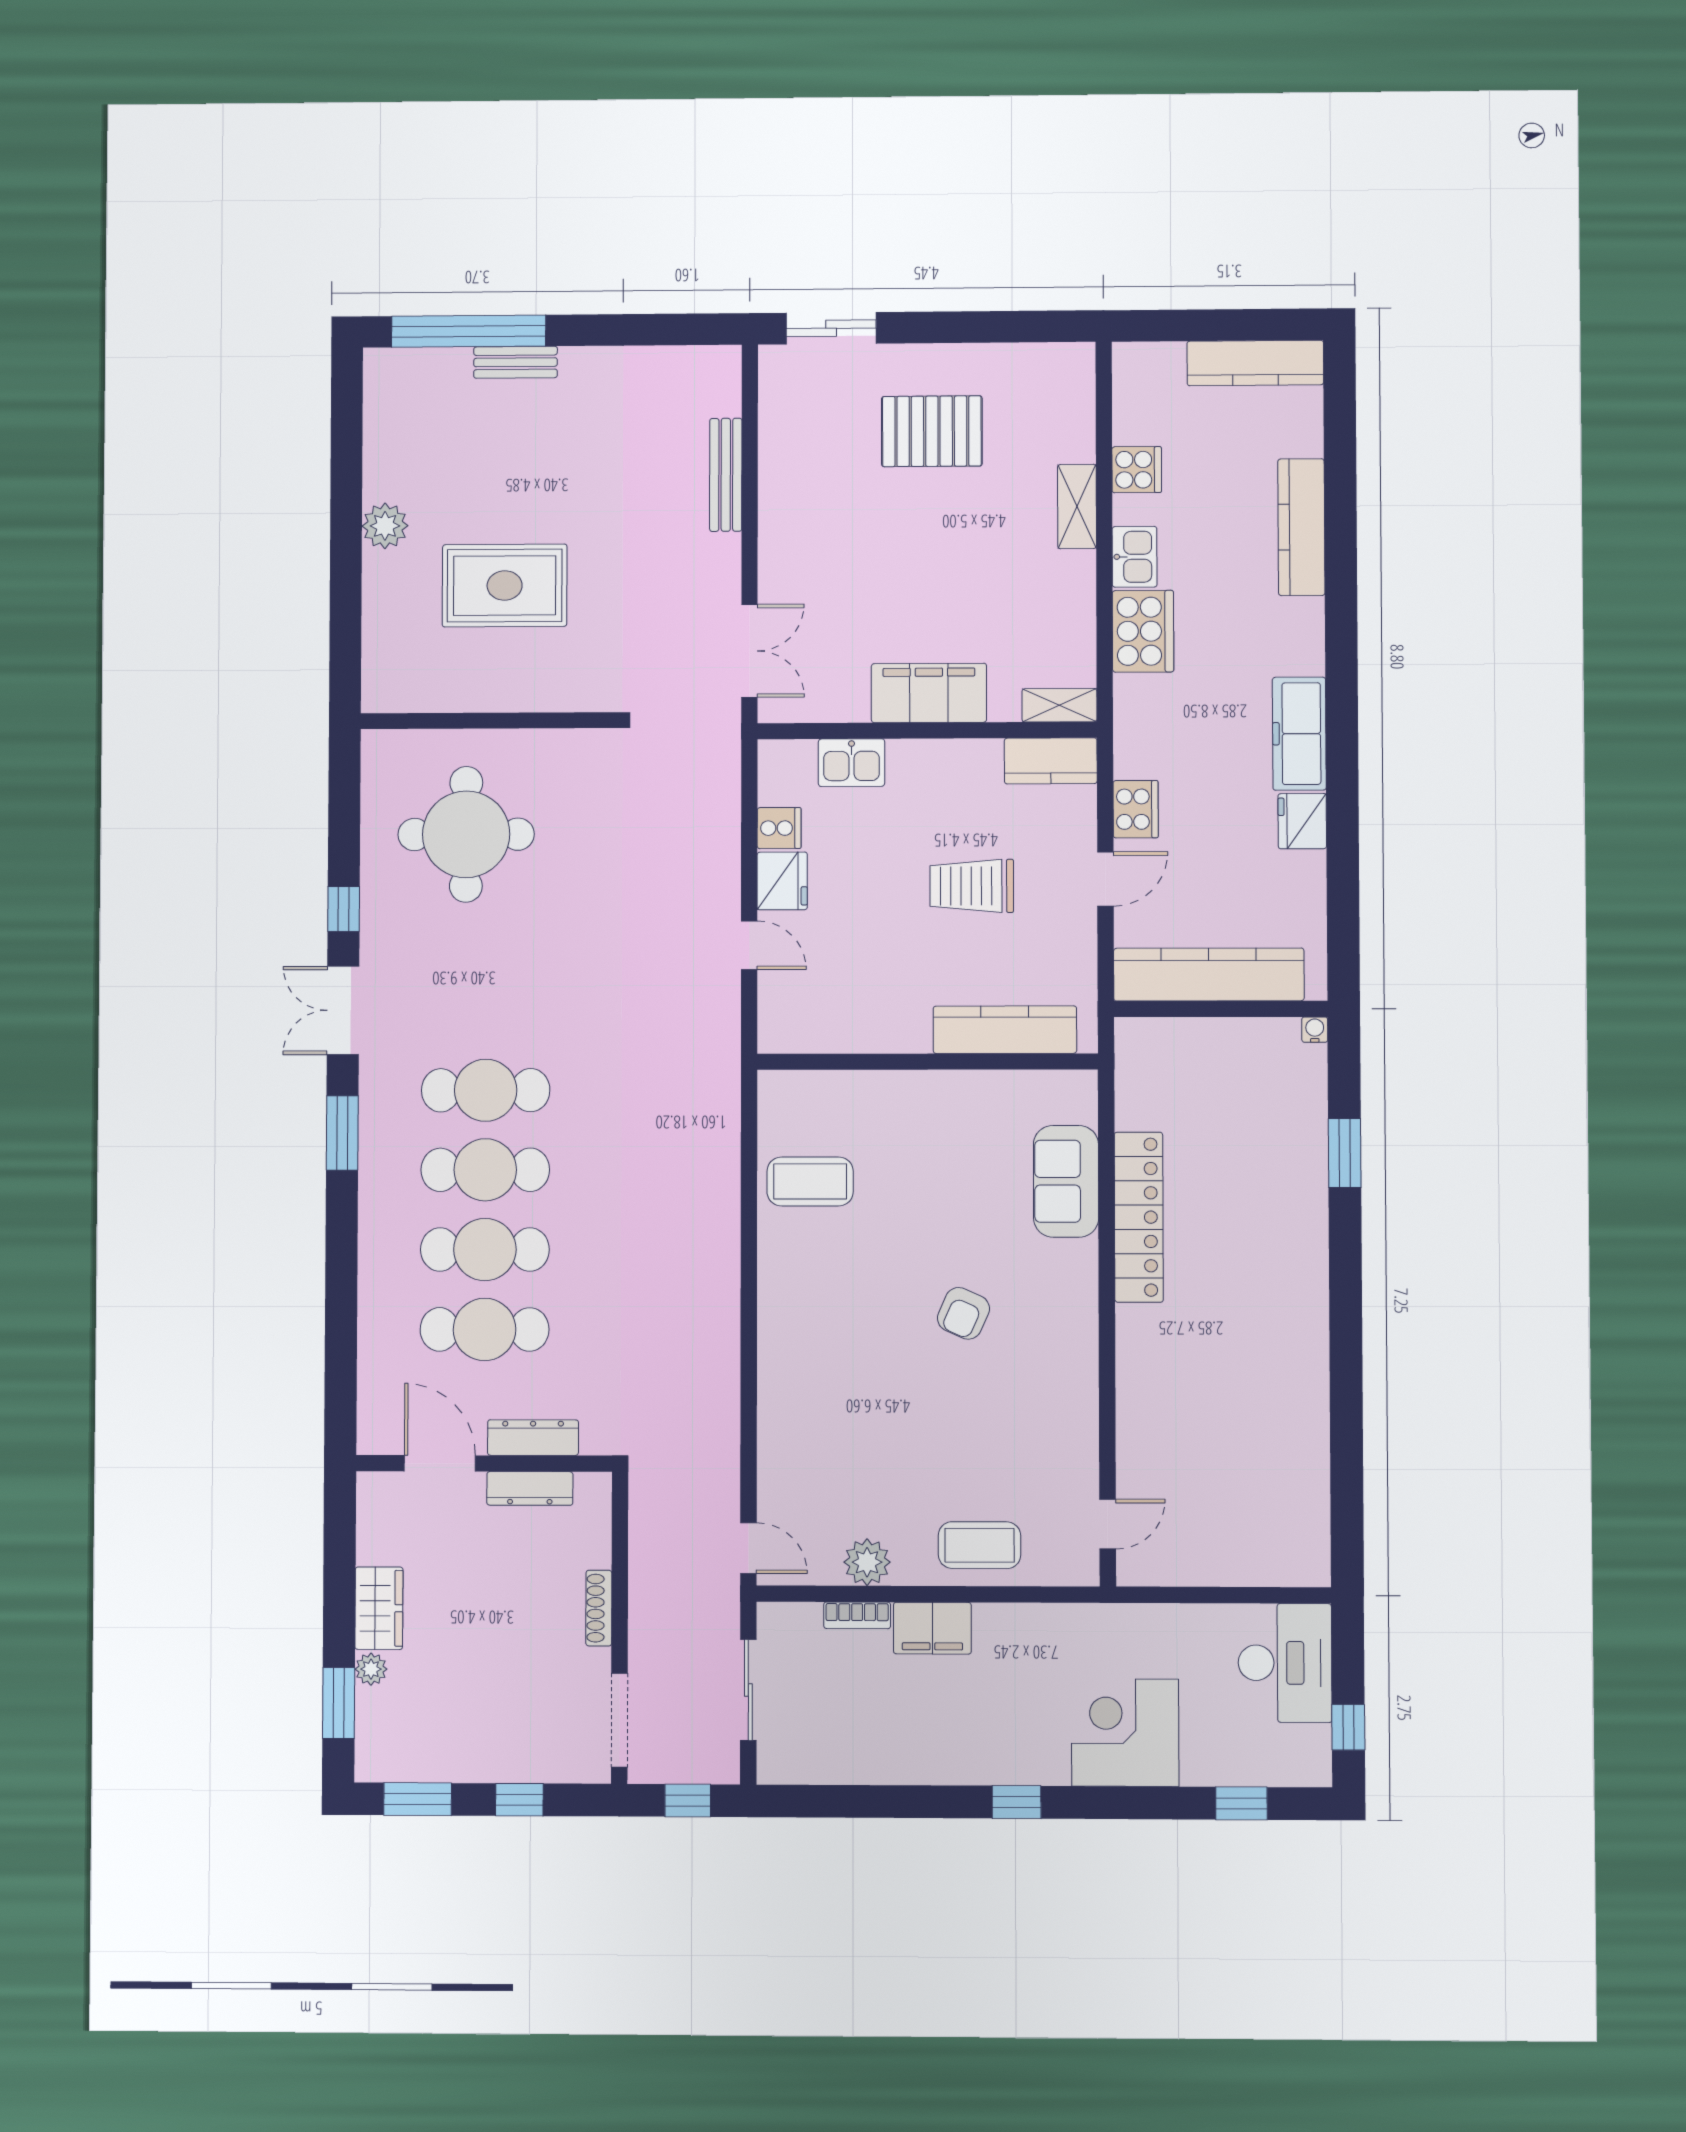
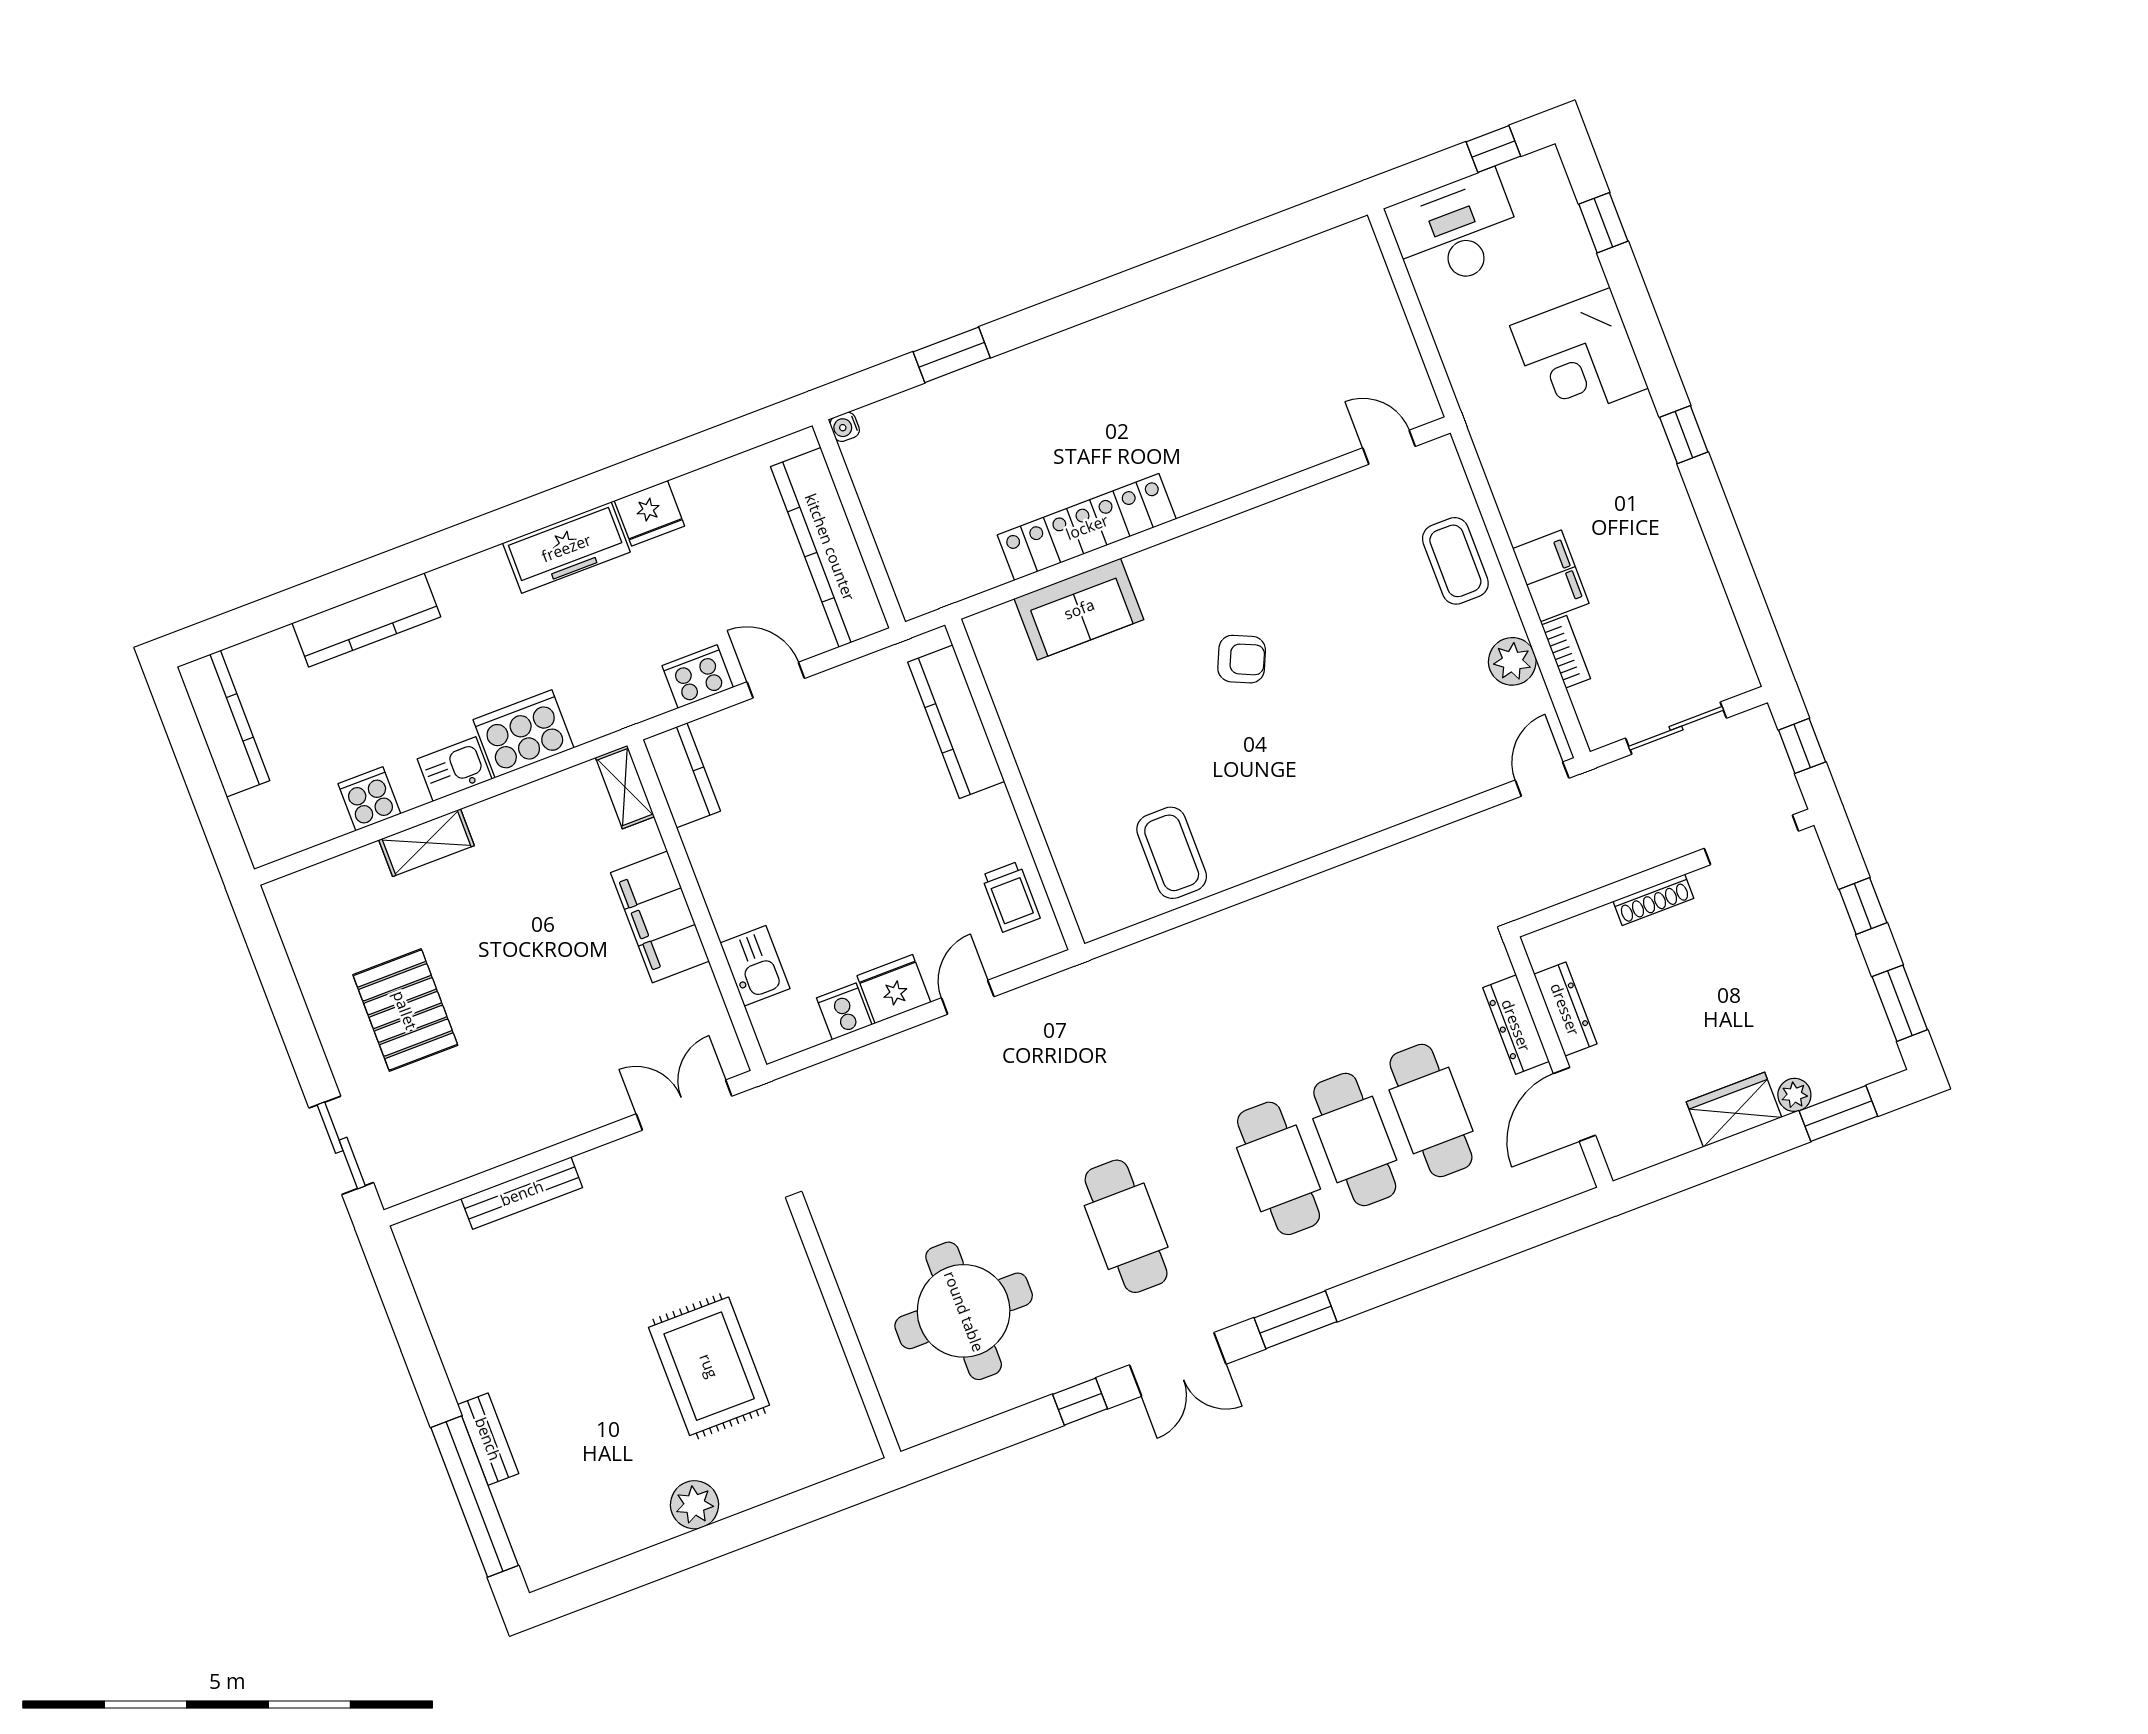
trolley: (972, 886) -> (1011, 897), moved, width x0.73, depth x0.72
cafe table: (486, 1090) -> (1126, 1226), moved

